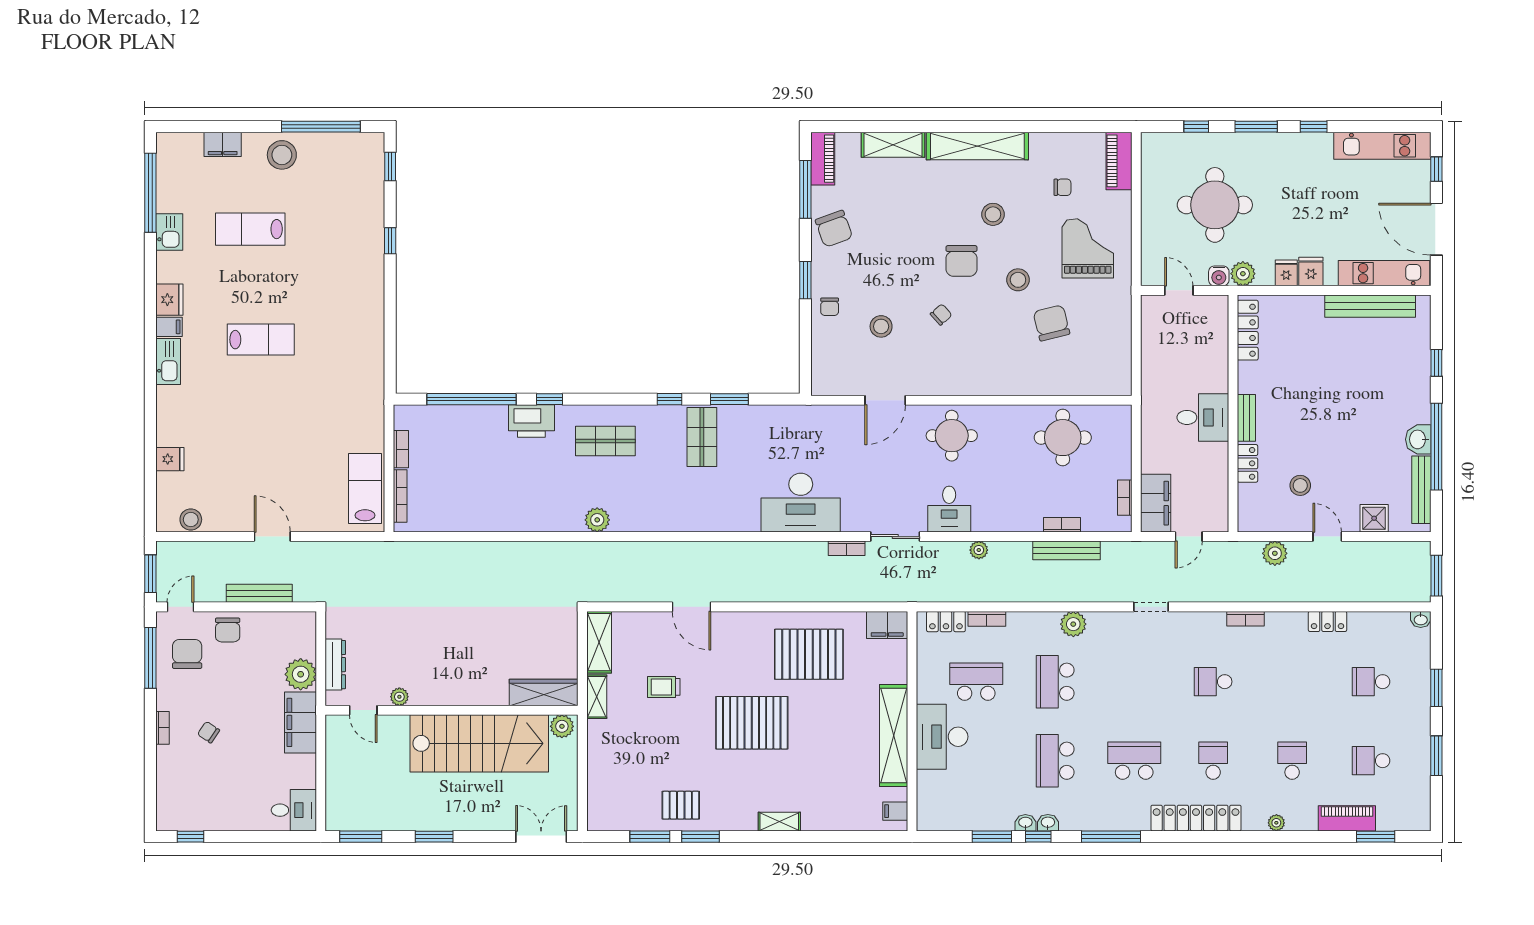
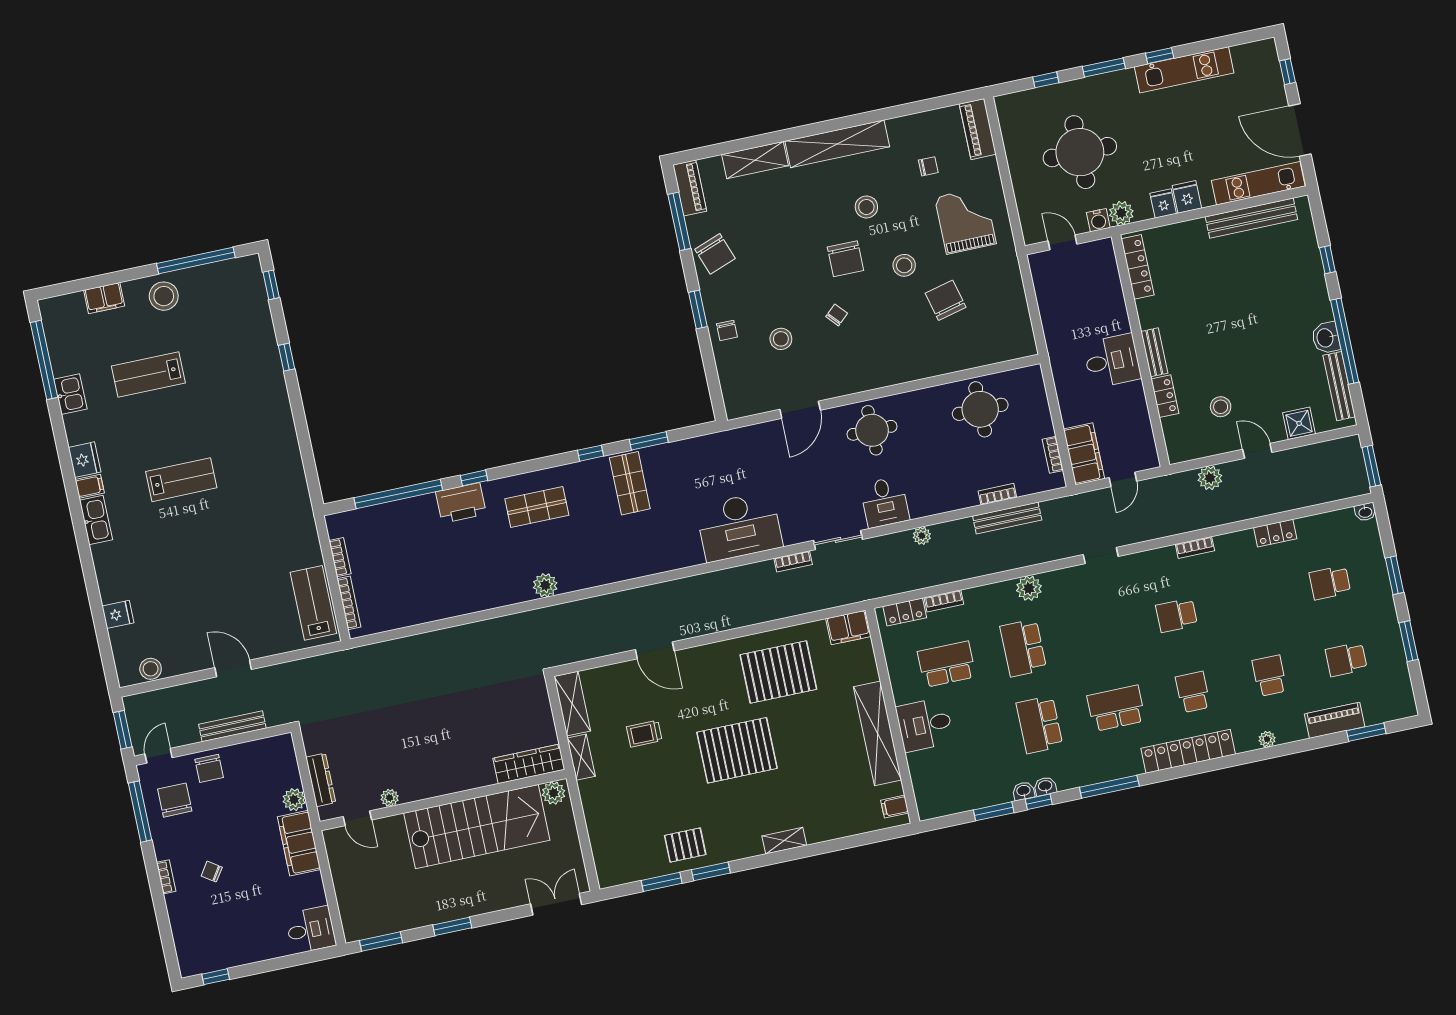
kitchen unit: (1382, 146) -> (1184, 70), moved
plant: (301, 674) -> (294, 800), width x0.73, depth x0.73
desk: (942, 737) -> (925, 725), width x0.73

